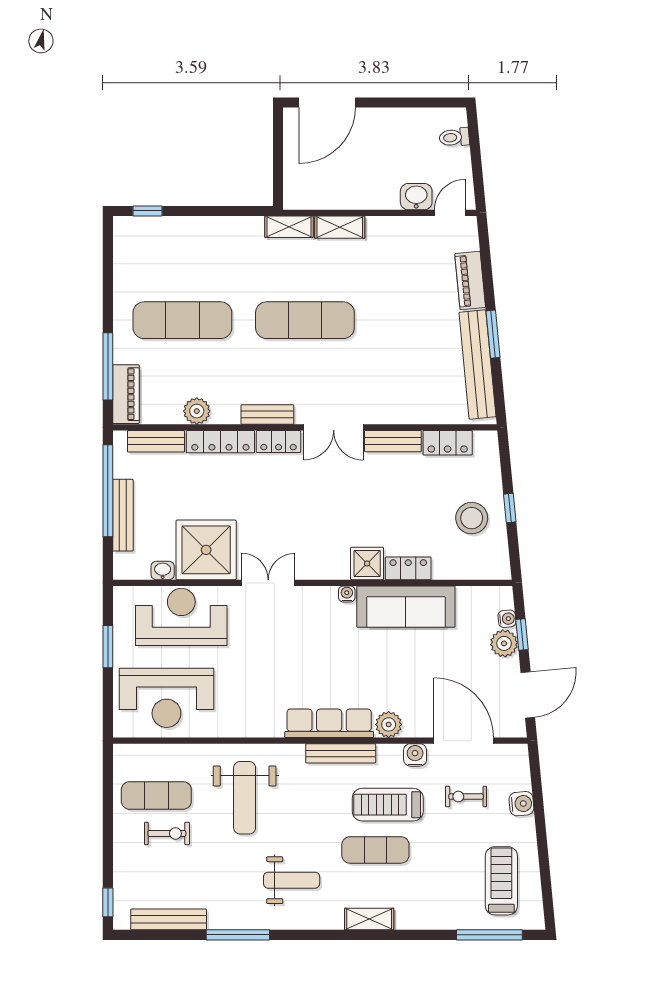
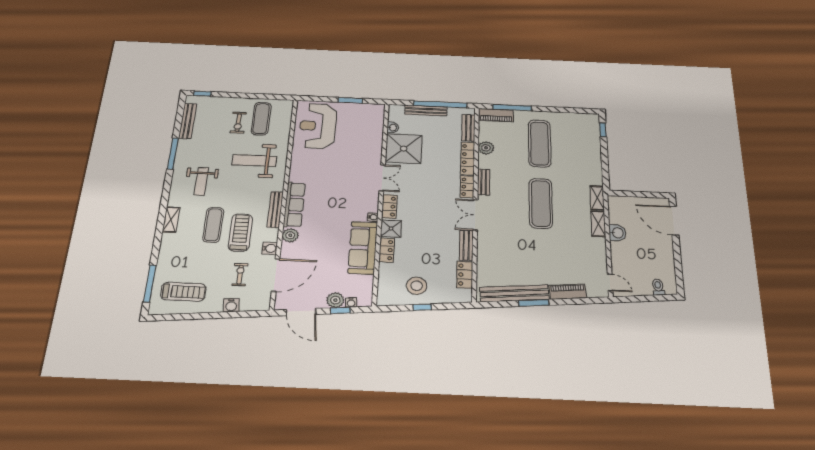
washbasin: (416, 197) -> (617, 233), moved
locker: (325, 568) -> (389, 206), added
reception desk: (181, 617) -> (365, 135), removed

